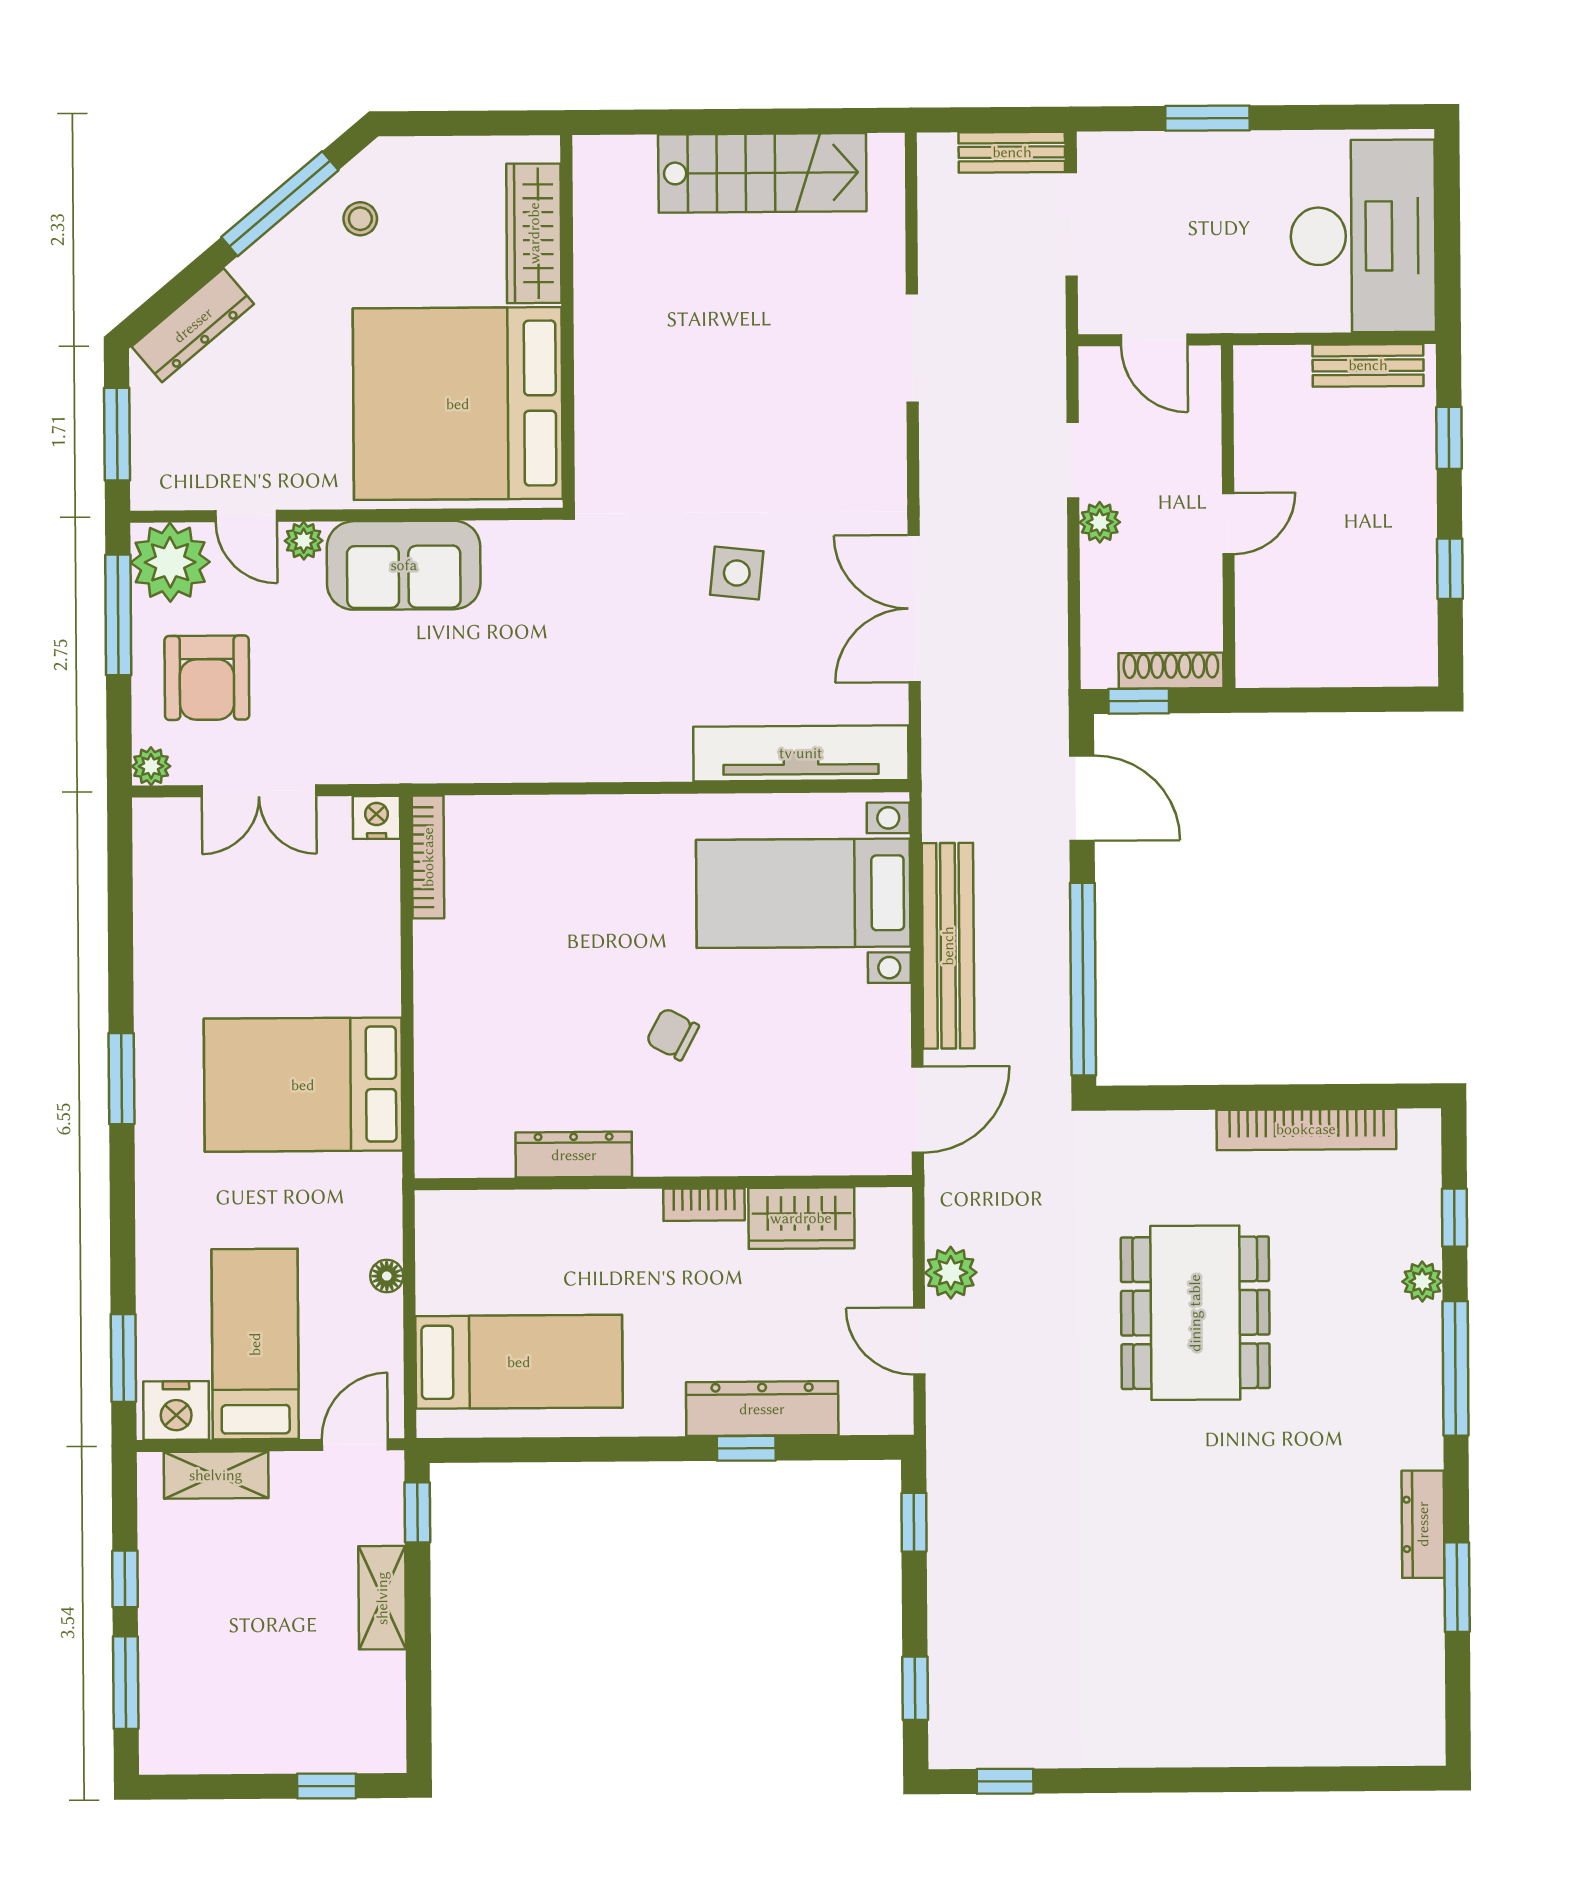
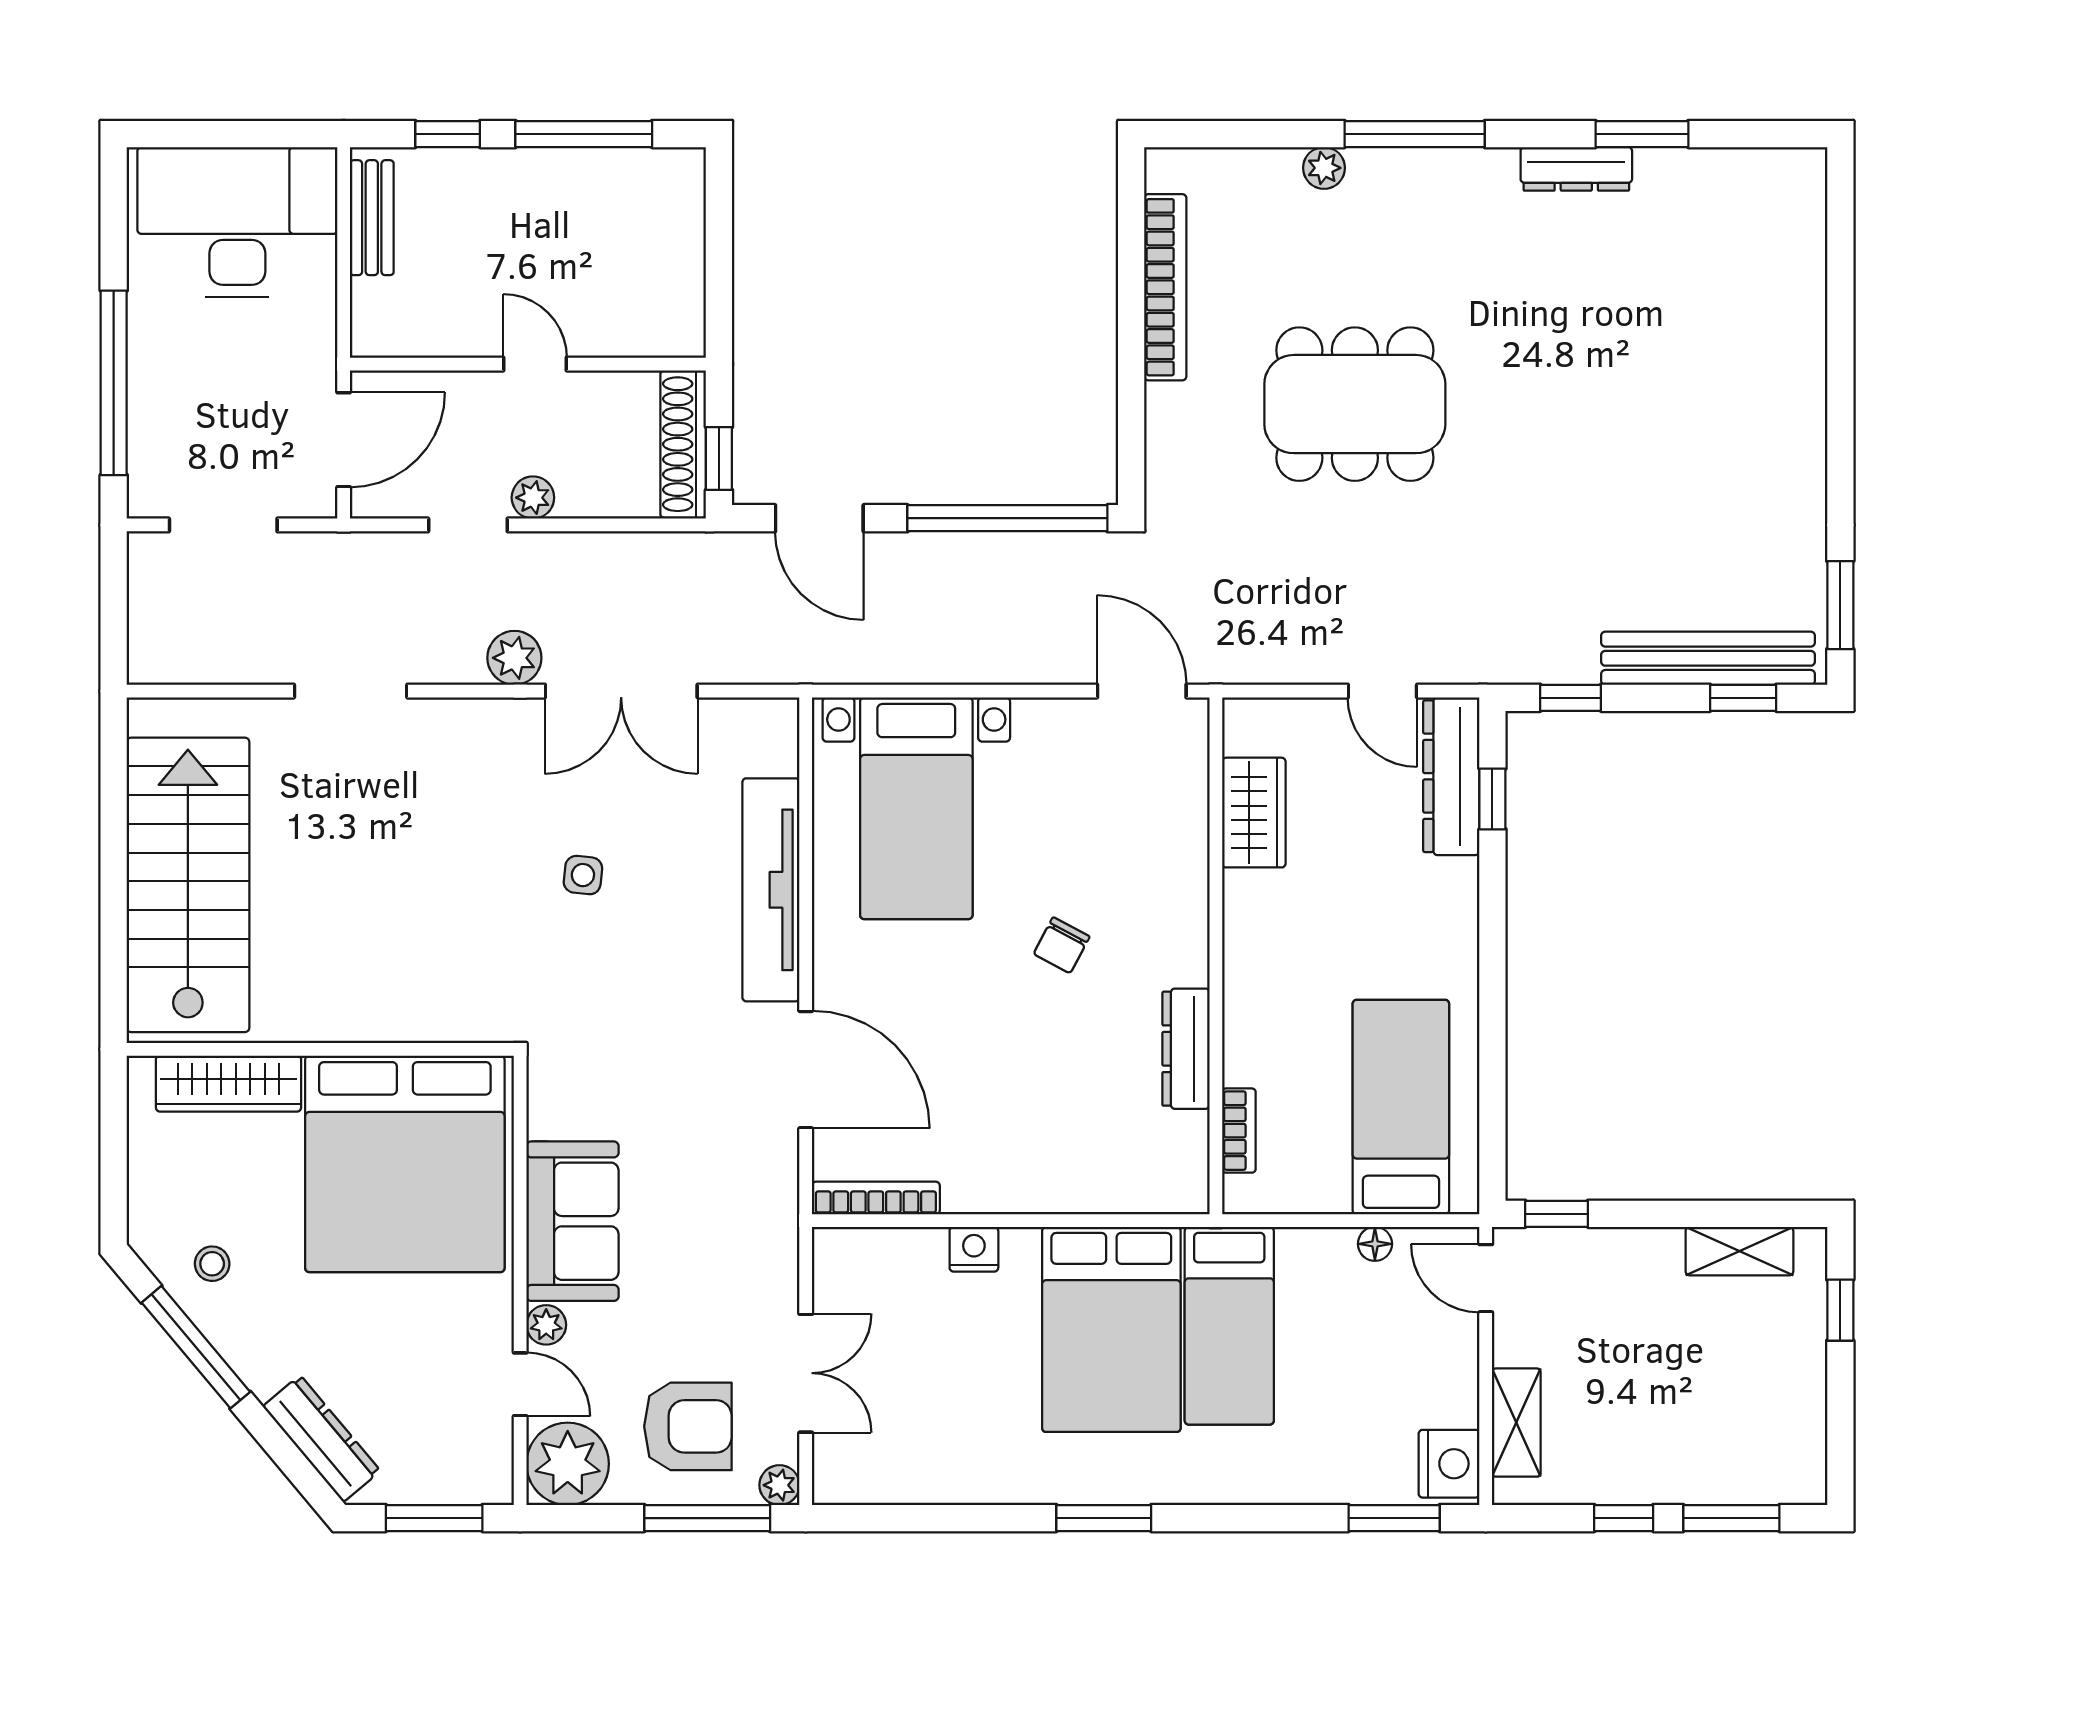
window: (1207, 118) -> (114, 383), width x2.11
bench: (1012, 152) -> (148, 586), removed
stairs: (762, 173) -> (188, 885), width x1.36, depth x1.51
door: (1154, 340) -> (344, 440), width x1.38
door: (246, 516) -> (520, 1384), hinge flipped
window: (1450, 569) -> (584, 134), width x2.17
side table: (737, 573) -> (583, 875), width x0.73, depth x0.73
window: (118, 615) -> (707, 1518), moved
shoe rack: (1171, 671) -> (683, 444), width x1.36, depth x1.24
tv unit: (801, 753) -> (771, 890), moved
door: (551, 789) -> (806, 1070), added
door: (1082, 798) -> (819, 518), swing flipped
nightstand: (377, 817) -> (974, 1249), moved, turned 90
bench: (948, 946) -> (1708, 658), moved
bookcase: (704, 1205) -> (1239, 1131), moved
window: (1454, 1218) -> (1258, 134), removed
plant: (951, 1273) -> (514, 658), moved
floor lamp: (387, 1276) -> (1375, 1244), moved
door: (919, 1341) -> (1382, 691), hinge flipped
bed: (255, 1344) -> (1229, 1326), moved, turned -90
dresser: (762, 1409) -> (1451, 776), moved
window: (746, 1448) -> (1492, 799), moved
shelving: (382, 1598) -> (1739, 1251), moved
window: (1005, 1781) -> (1840, 605), width x1.50

